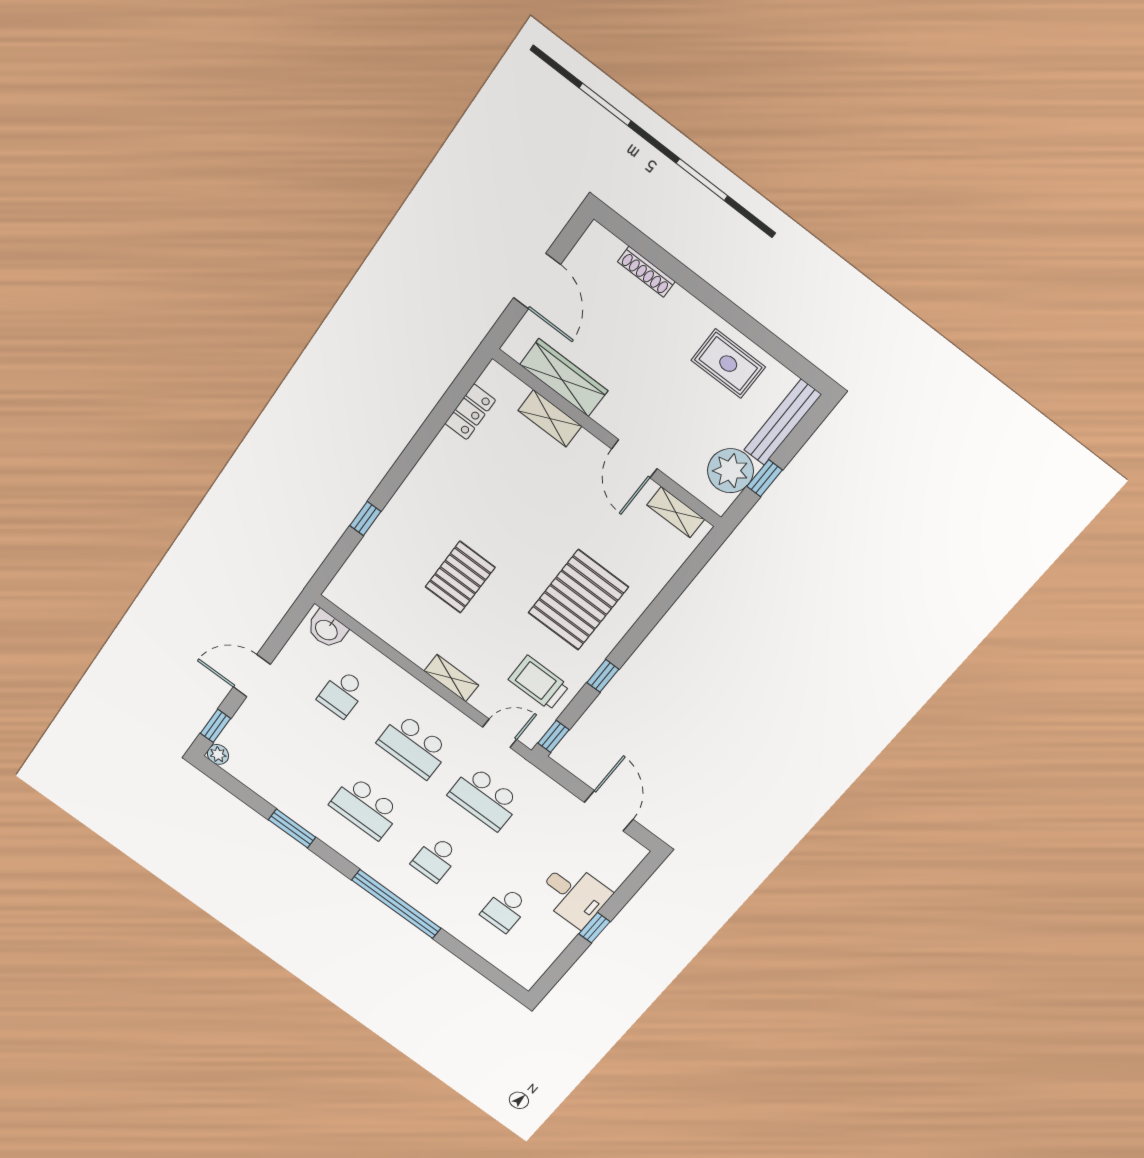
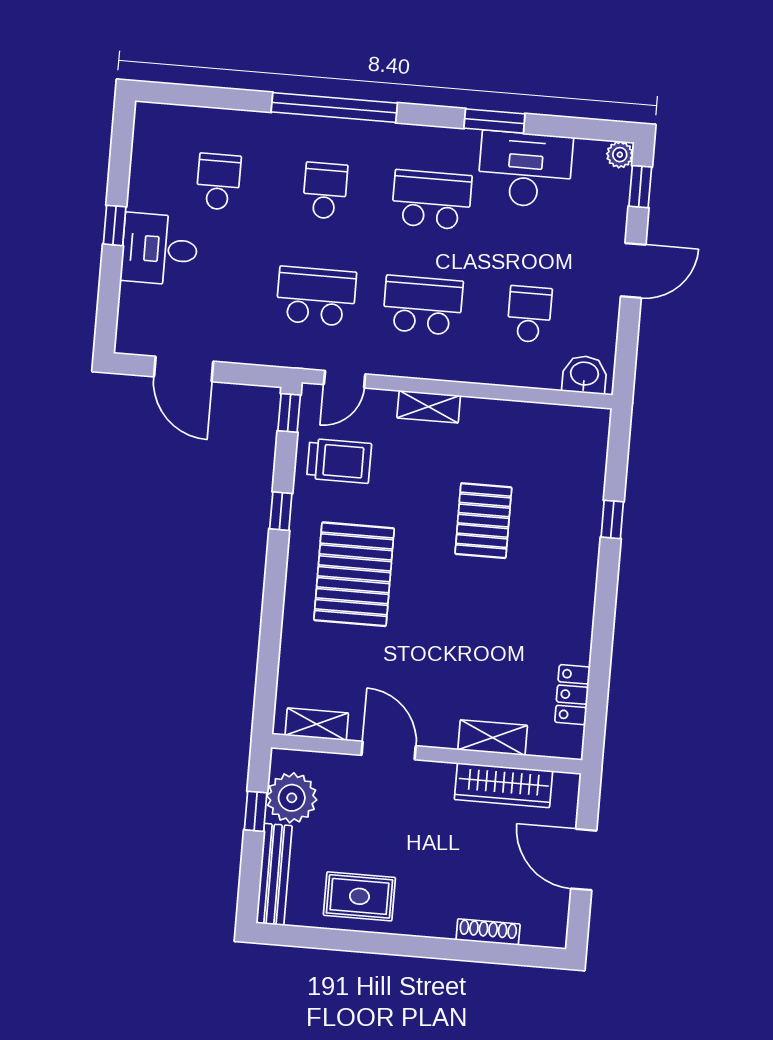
desk: (289, 786) -> (525, 169), added

